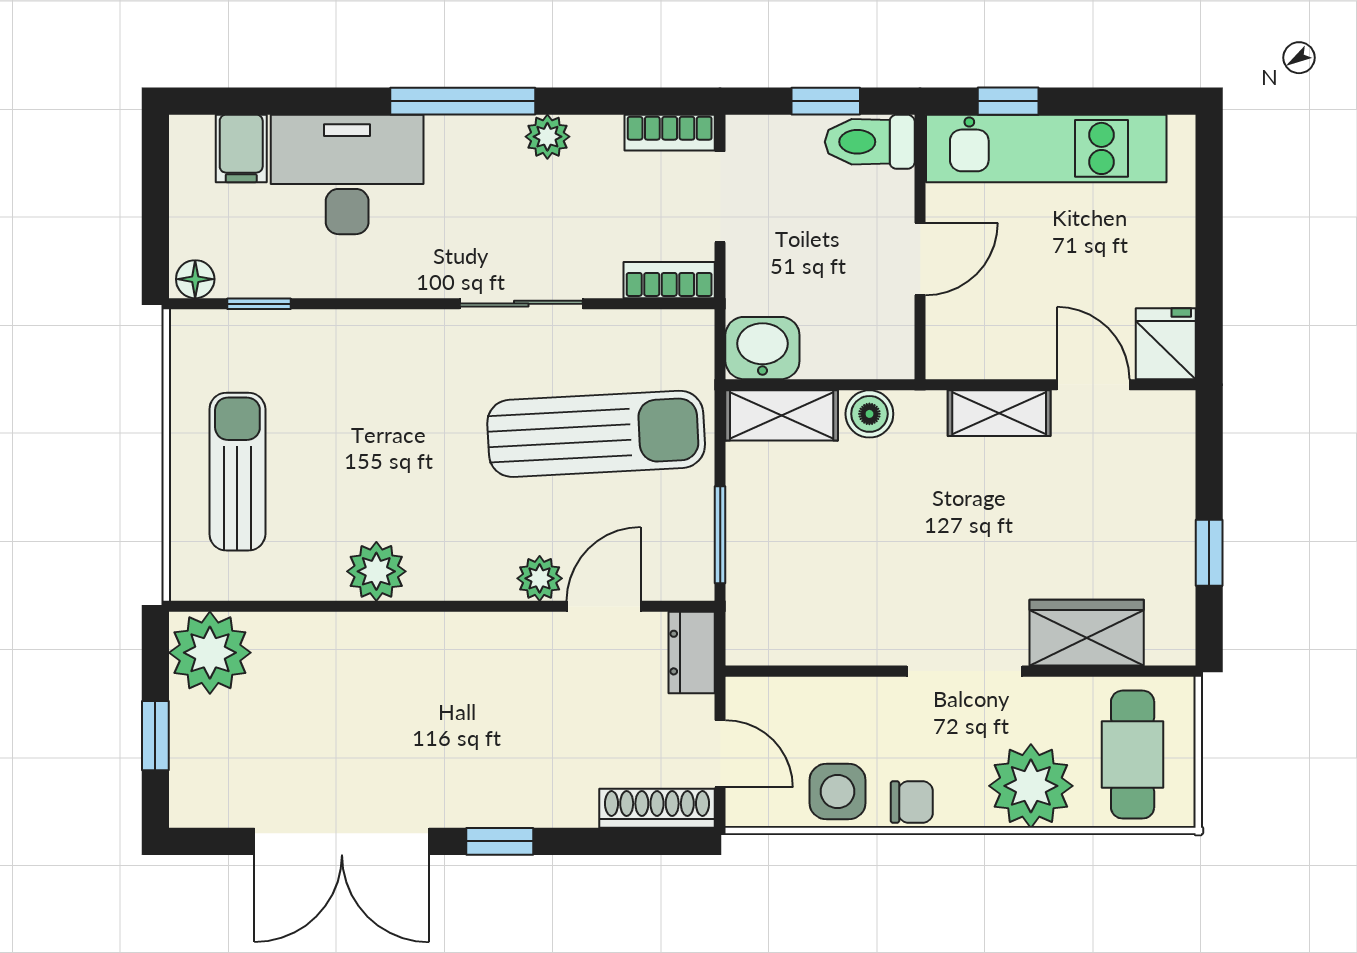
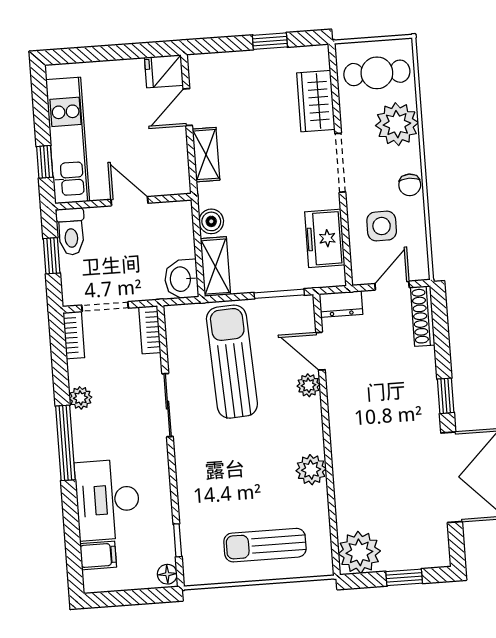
freezer: (821, 630) -> (325, 238), added
side table: (838, 792) -> (382, 226), moved
chair: (912, 802) -> (410, 185), turned 180

